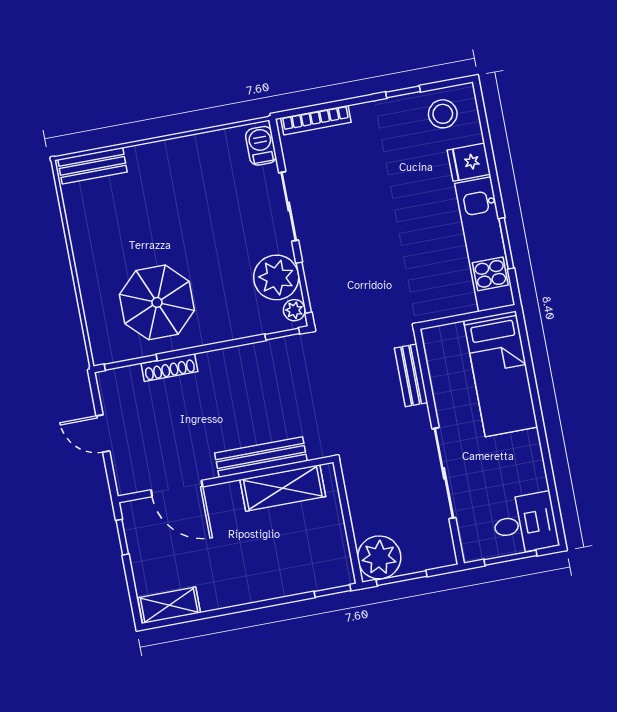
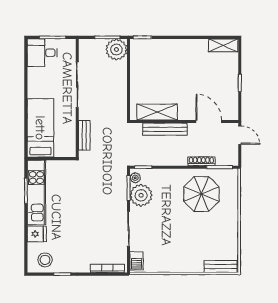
bench: (261, 457) -> (165, 129), moved
wall: (226, 479) -> (184, 122), moved
door: (177, 488) -> (209, 122), moved
shelving: (283, 488) -> (157, 112), moved

